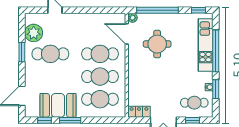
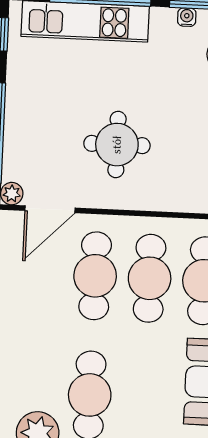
round table: (157, 44) -> (117, 145), moved

